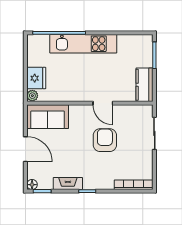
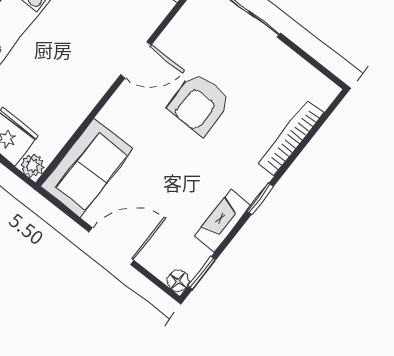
armchair: (105, 140) -> (199, 104), turned -90
bookcase: (134, 185) -> (291, 138), moved

